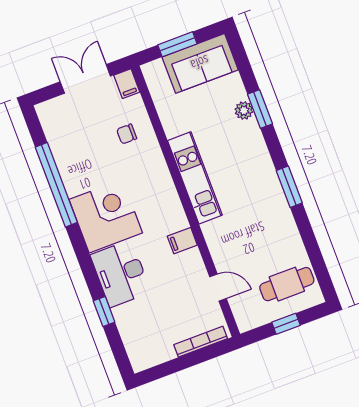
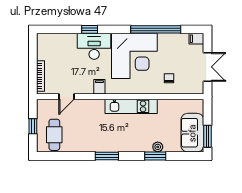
window: (177, 44) -> (207, 136), moved
filing cabinet: (127, 84) -> (196, 39), moved
corner desk: (106, 216) -> (134, 56), width x1.36, depth x1.36
window: (104, 312) -> (90, 29), moved

